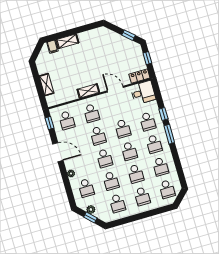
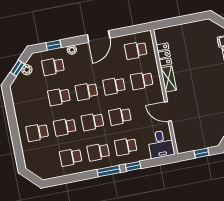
locker: (139, 76) -> (164, 54), moved
shelving: (47, 85) -> (180, 30), removed
door: (115, 89) -> (168, 111), swing flipped
window: (50, 123) -> (54, 45), moved
school desk: (167, 189) -> (43, 163), removed
school desk: (117, 203) -> (31, 102), removed

